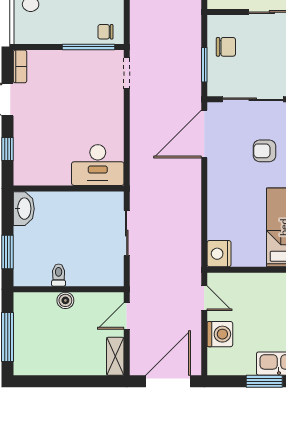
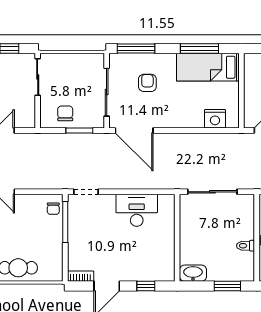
armchair: (265, 151) -> (147, 83), turned 180
desk: (98, 165) -> (137, 210), moved, turned -90
sliding door: (127, 233) -> (212, 192), width x1.37
nightstand: (219, 254) -> (215, 119), moved

